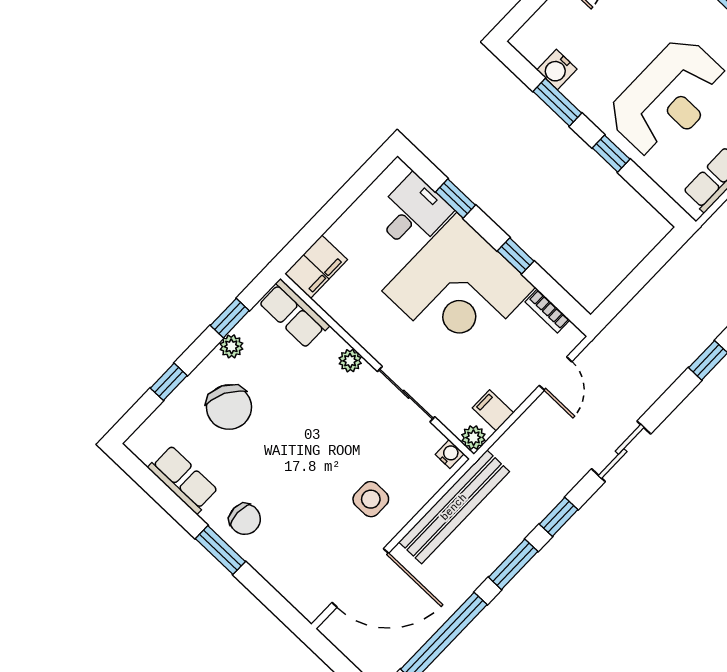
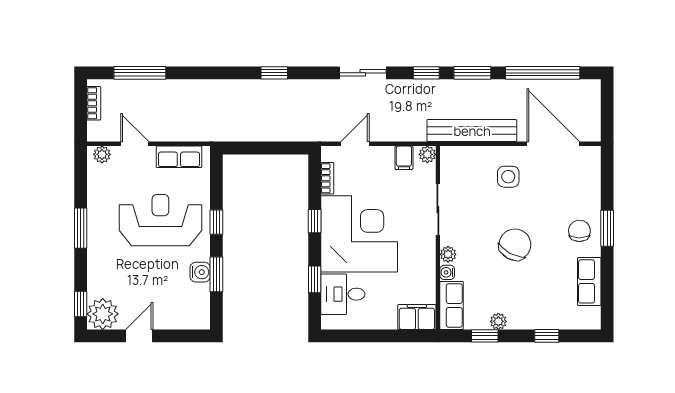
water cooler: (557, 69) -> (200, 272), moved
chair: (229, 407) -> (515, 245), moved
water cooler: (450, 454) -> (447, 272), moved

